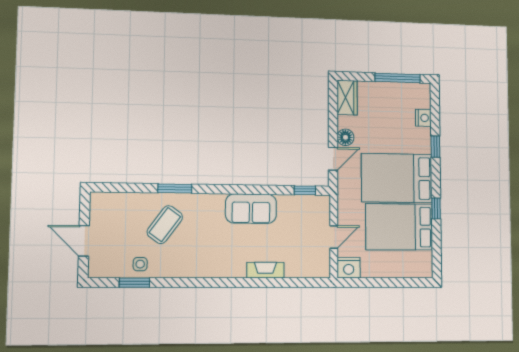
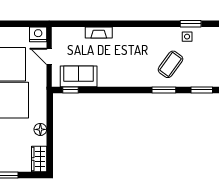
door: (333, 159) -> (50, 113), removed
window: (121, 188) -> (202, 90), added
sofa: (251, 209) -> (79, 76), moved
door: (334, 237) -> (49, 56), hinge flipped

